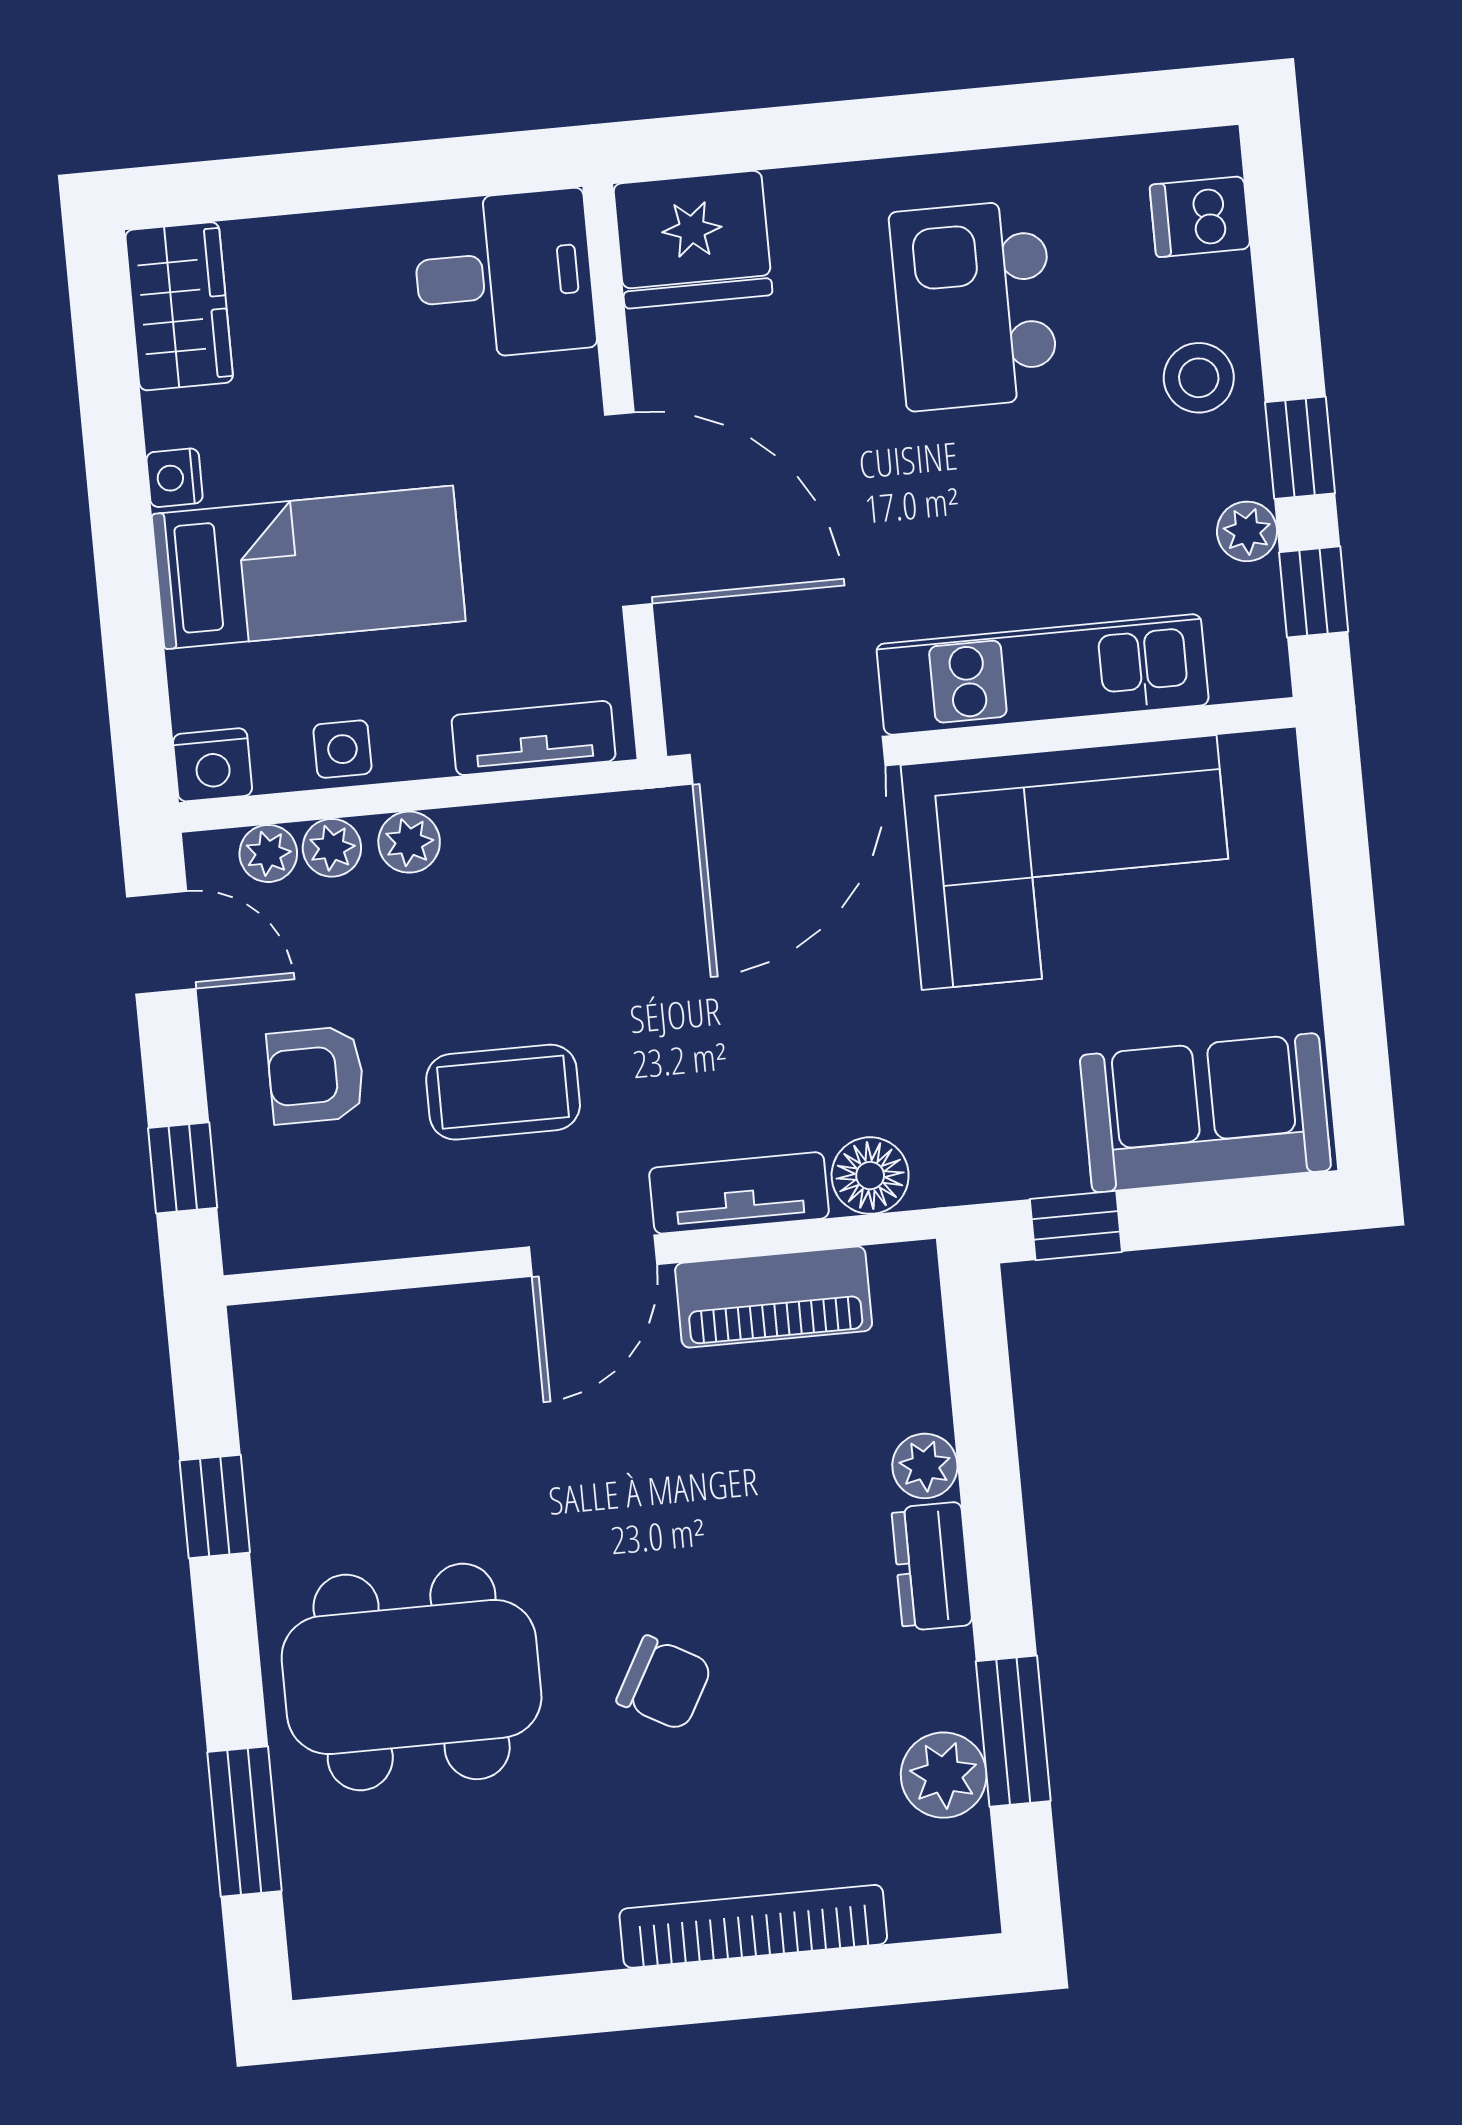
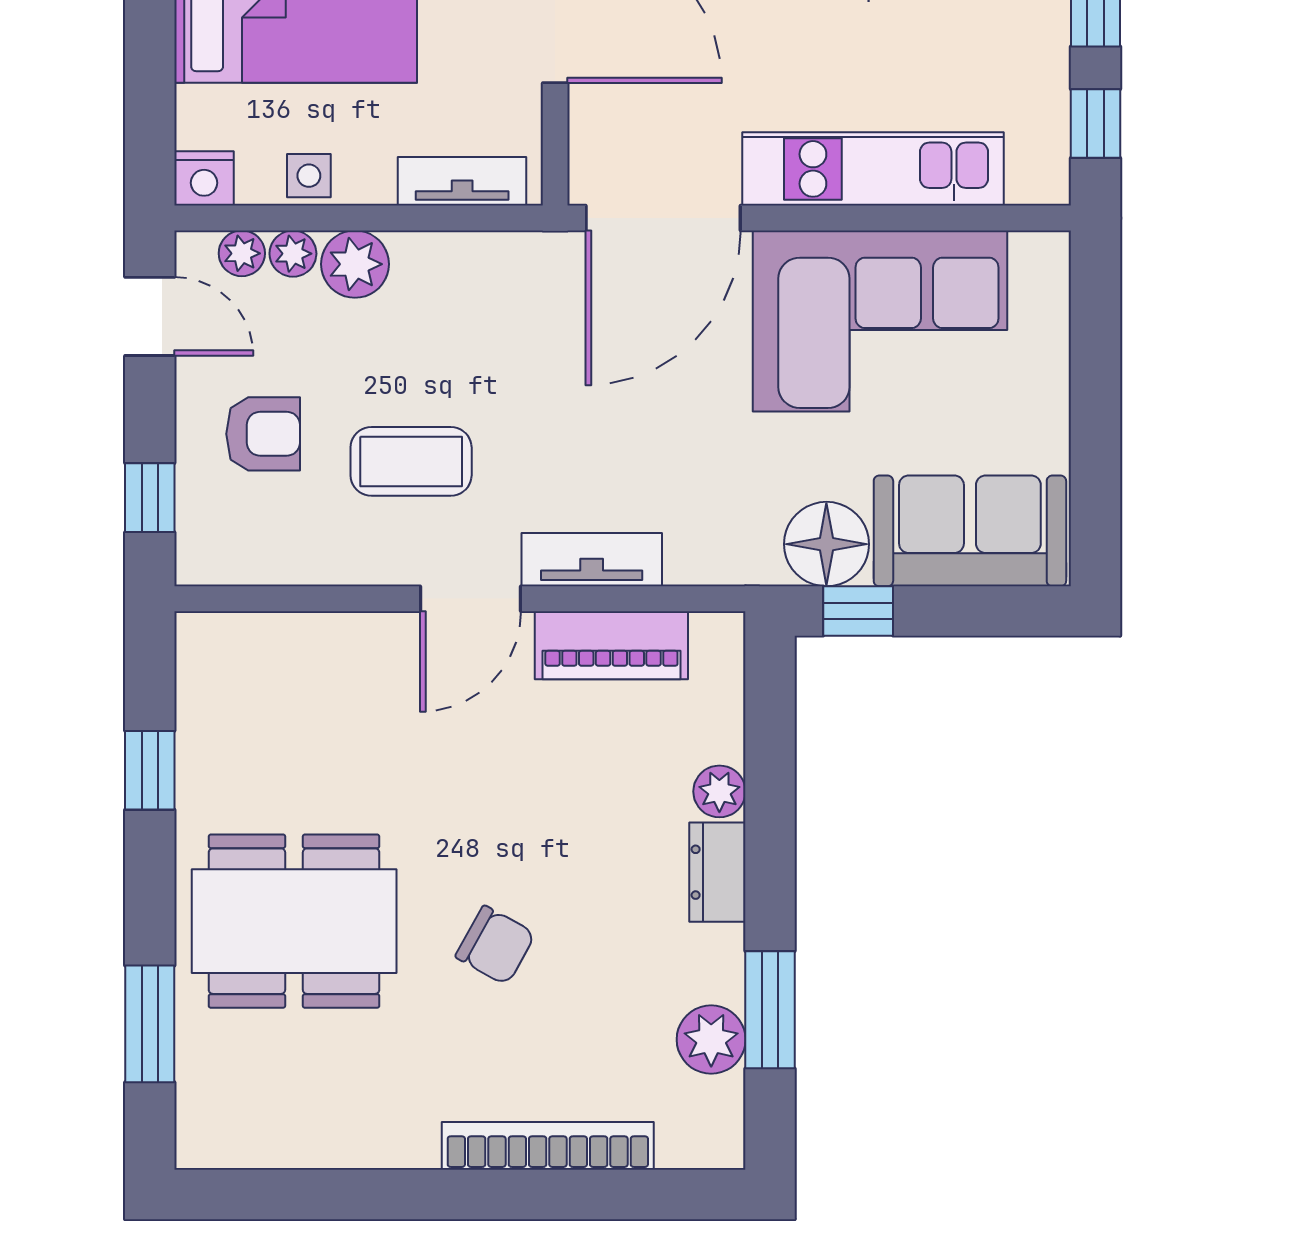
plant: (1247, 531) -> (1047, 70), removed
plant: (409, 842) -> (355, 264), width x1.38, depth x1.38
armchair: (316, 1075) -> (263, 434), turned 180
floor lamp: (870, 1176) -> (826, 544), moved, width x1.38, depth x1.38

